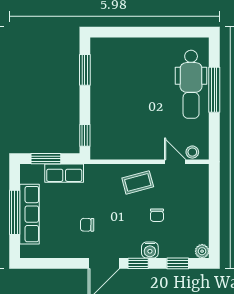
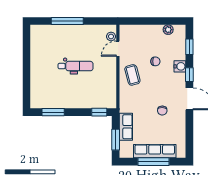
dental chair: (191, 84) -> (76, 66), moved, width x0.73, depth x0.72
plant: (202, 251) -> (168, 30), moved

